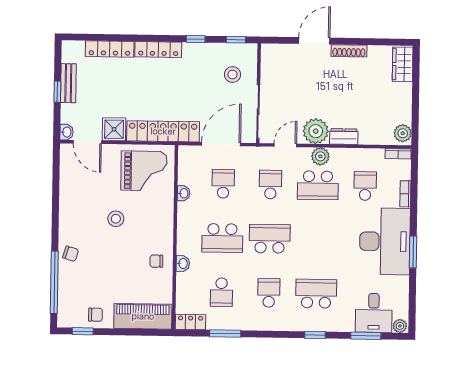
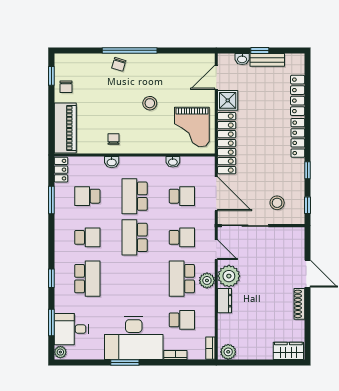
washbasin: (67, 132) -> (242, 59), moved
school desk: (270, 239) -> (135, 237), turned 180
window: (54, 282) -> (130, 50), moved

